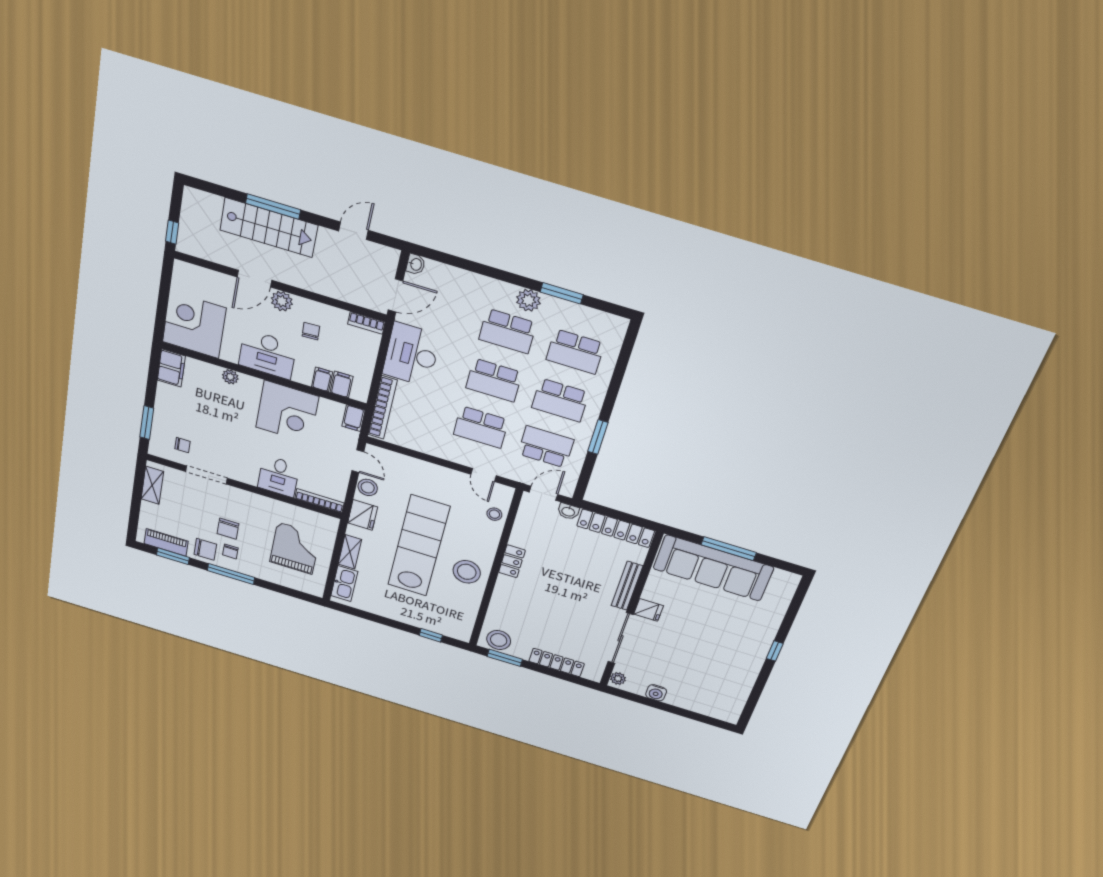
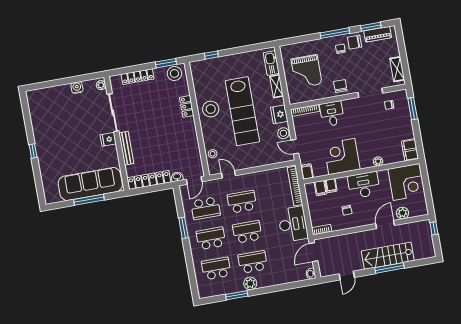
plant: (282, 301) -> (402, 213), moved
chair: (228, 529) -> (340, 86), moved
locker: (512, 561) -> (187, 106), moved

